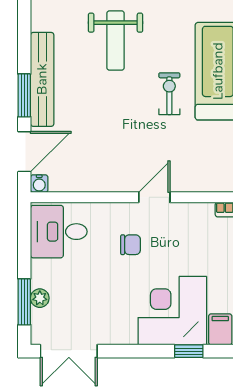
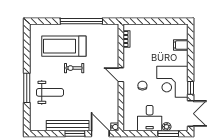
desk: (59, 232) -> (150, 118), moved
corner desk: (172, 311) -> (172, 82), moved
window: (189, 351) -> (191, 88), moved

